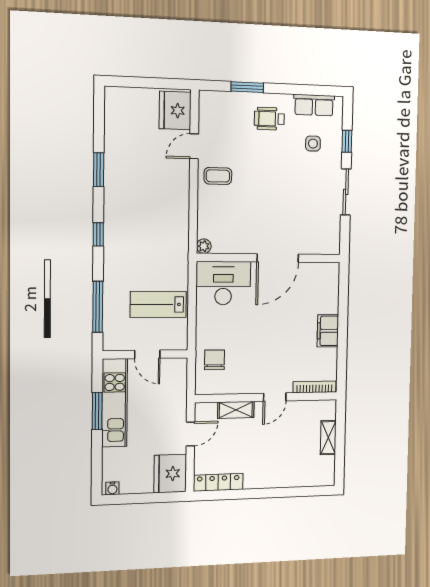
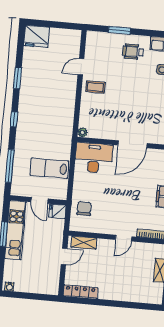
fridge: (175, 110) -> (37, 36), moved, turned -90
shelving: (236, 410) -> (84, 243), moved
fridge: (170, 474) -> (57, 211), moved, width x0.53, depth x0.75

